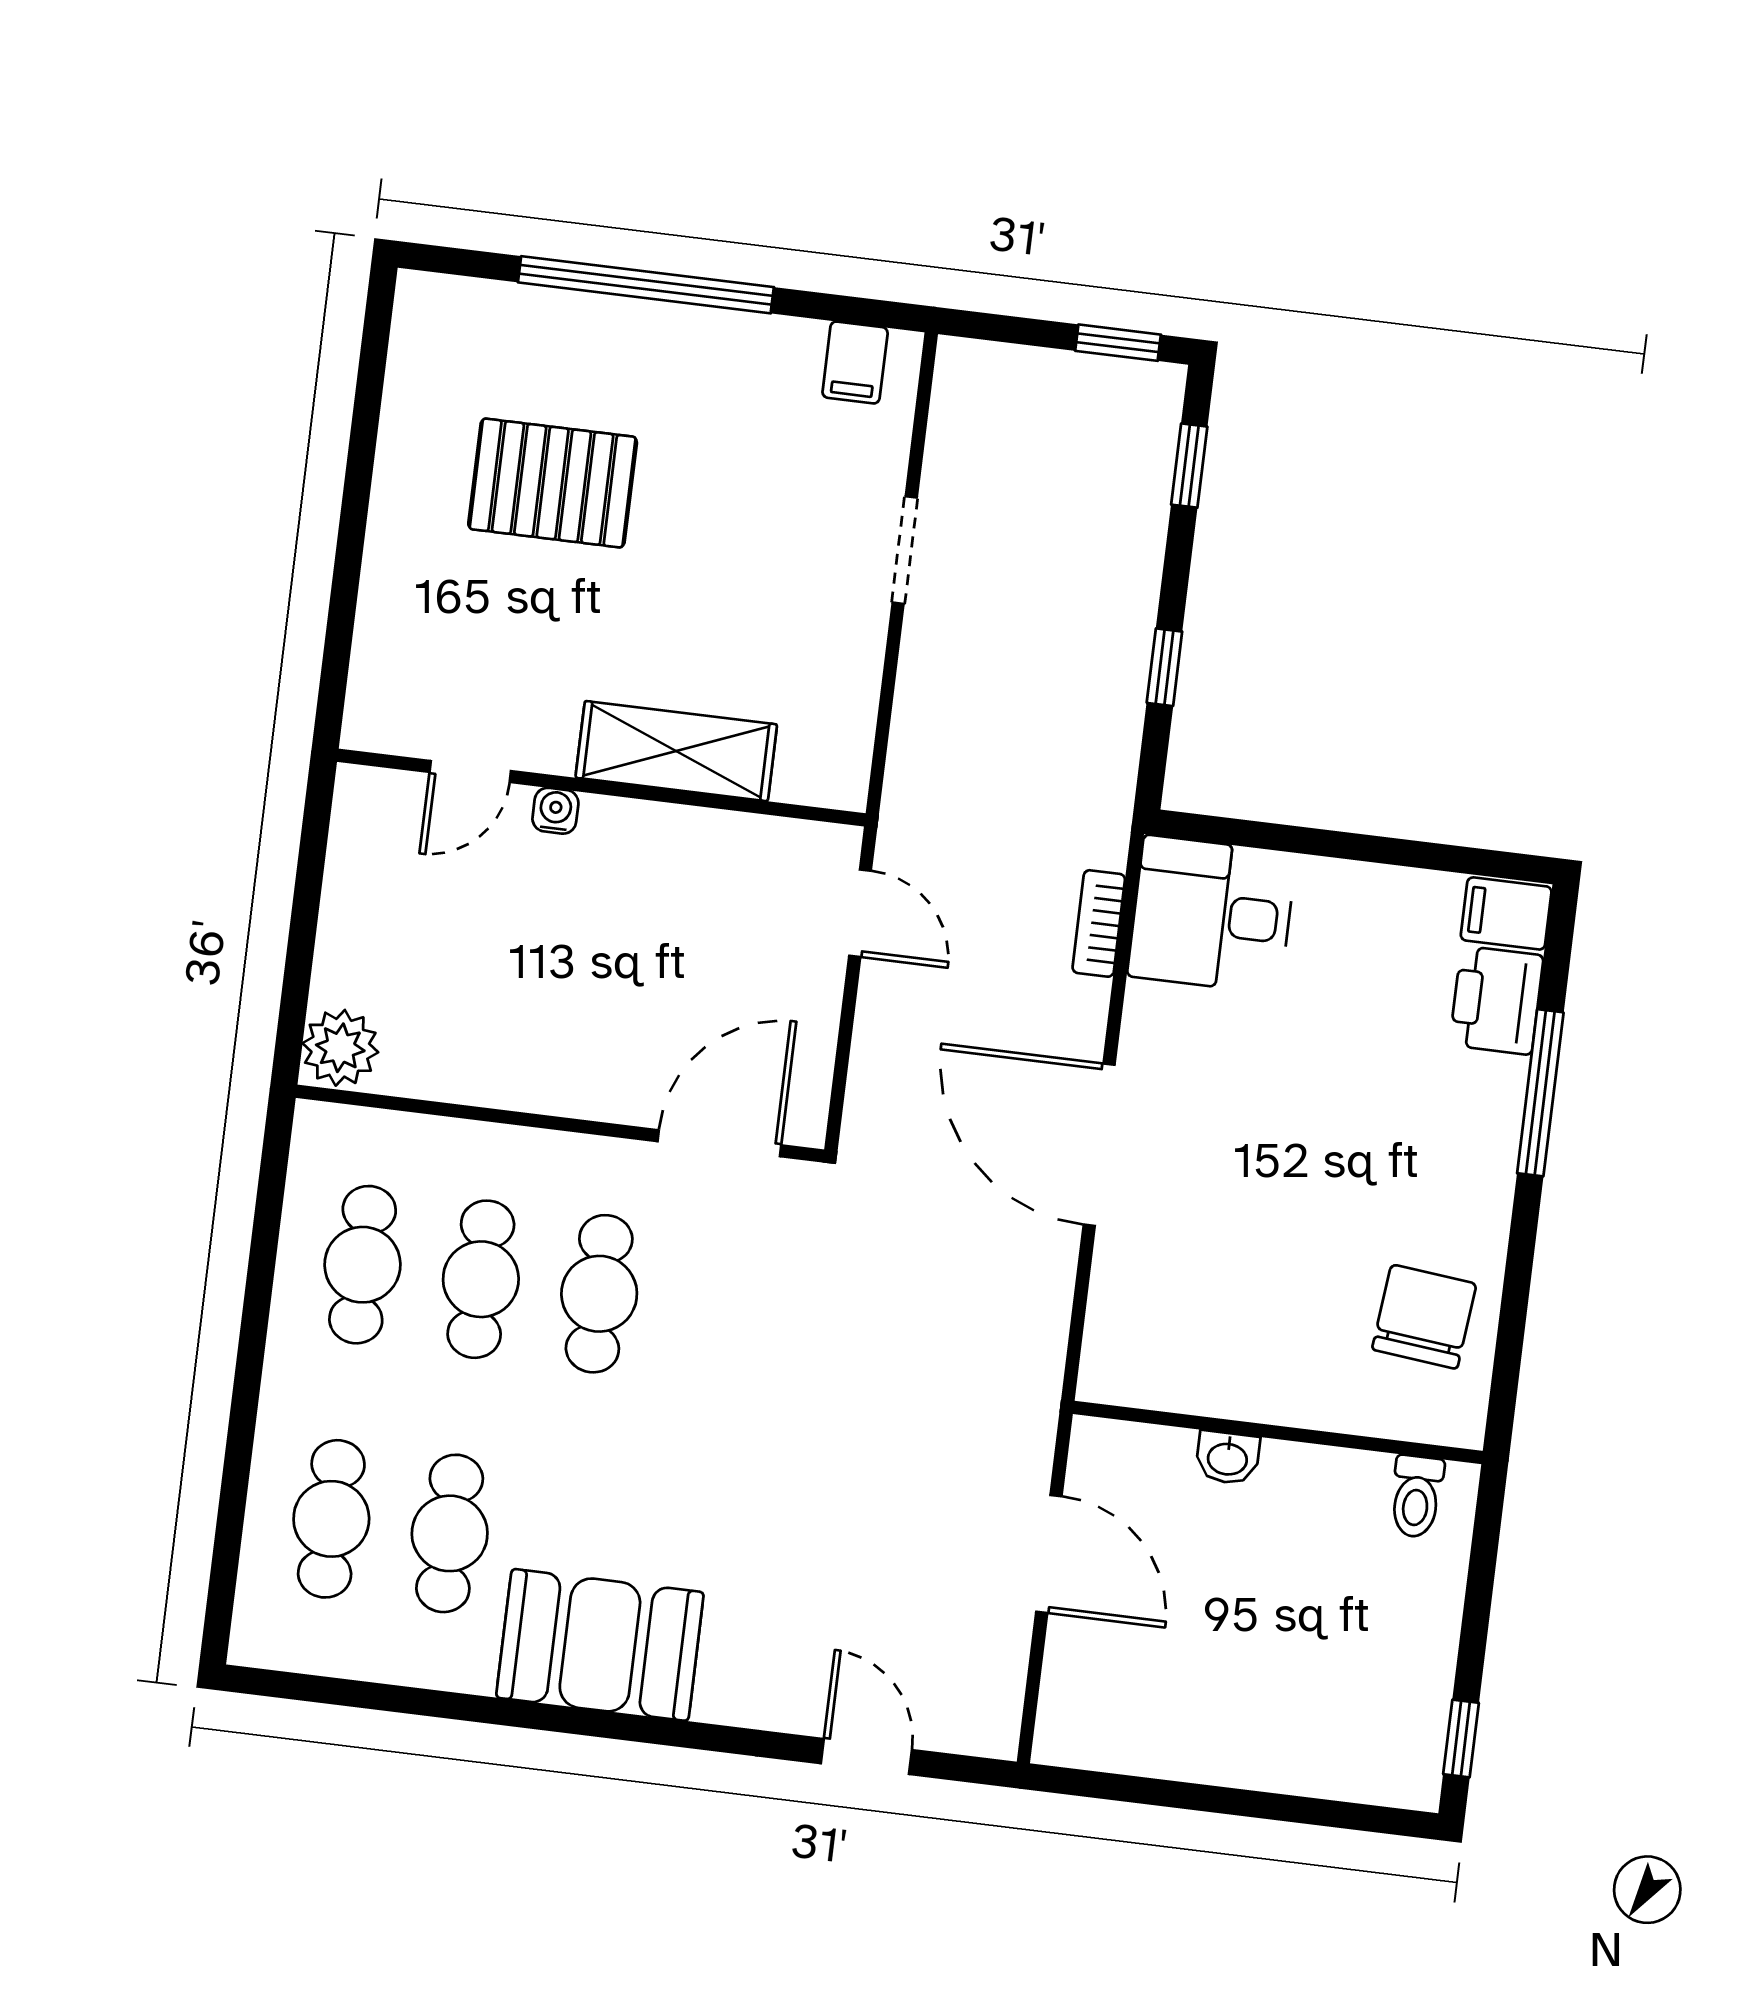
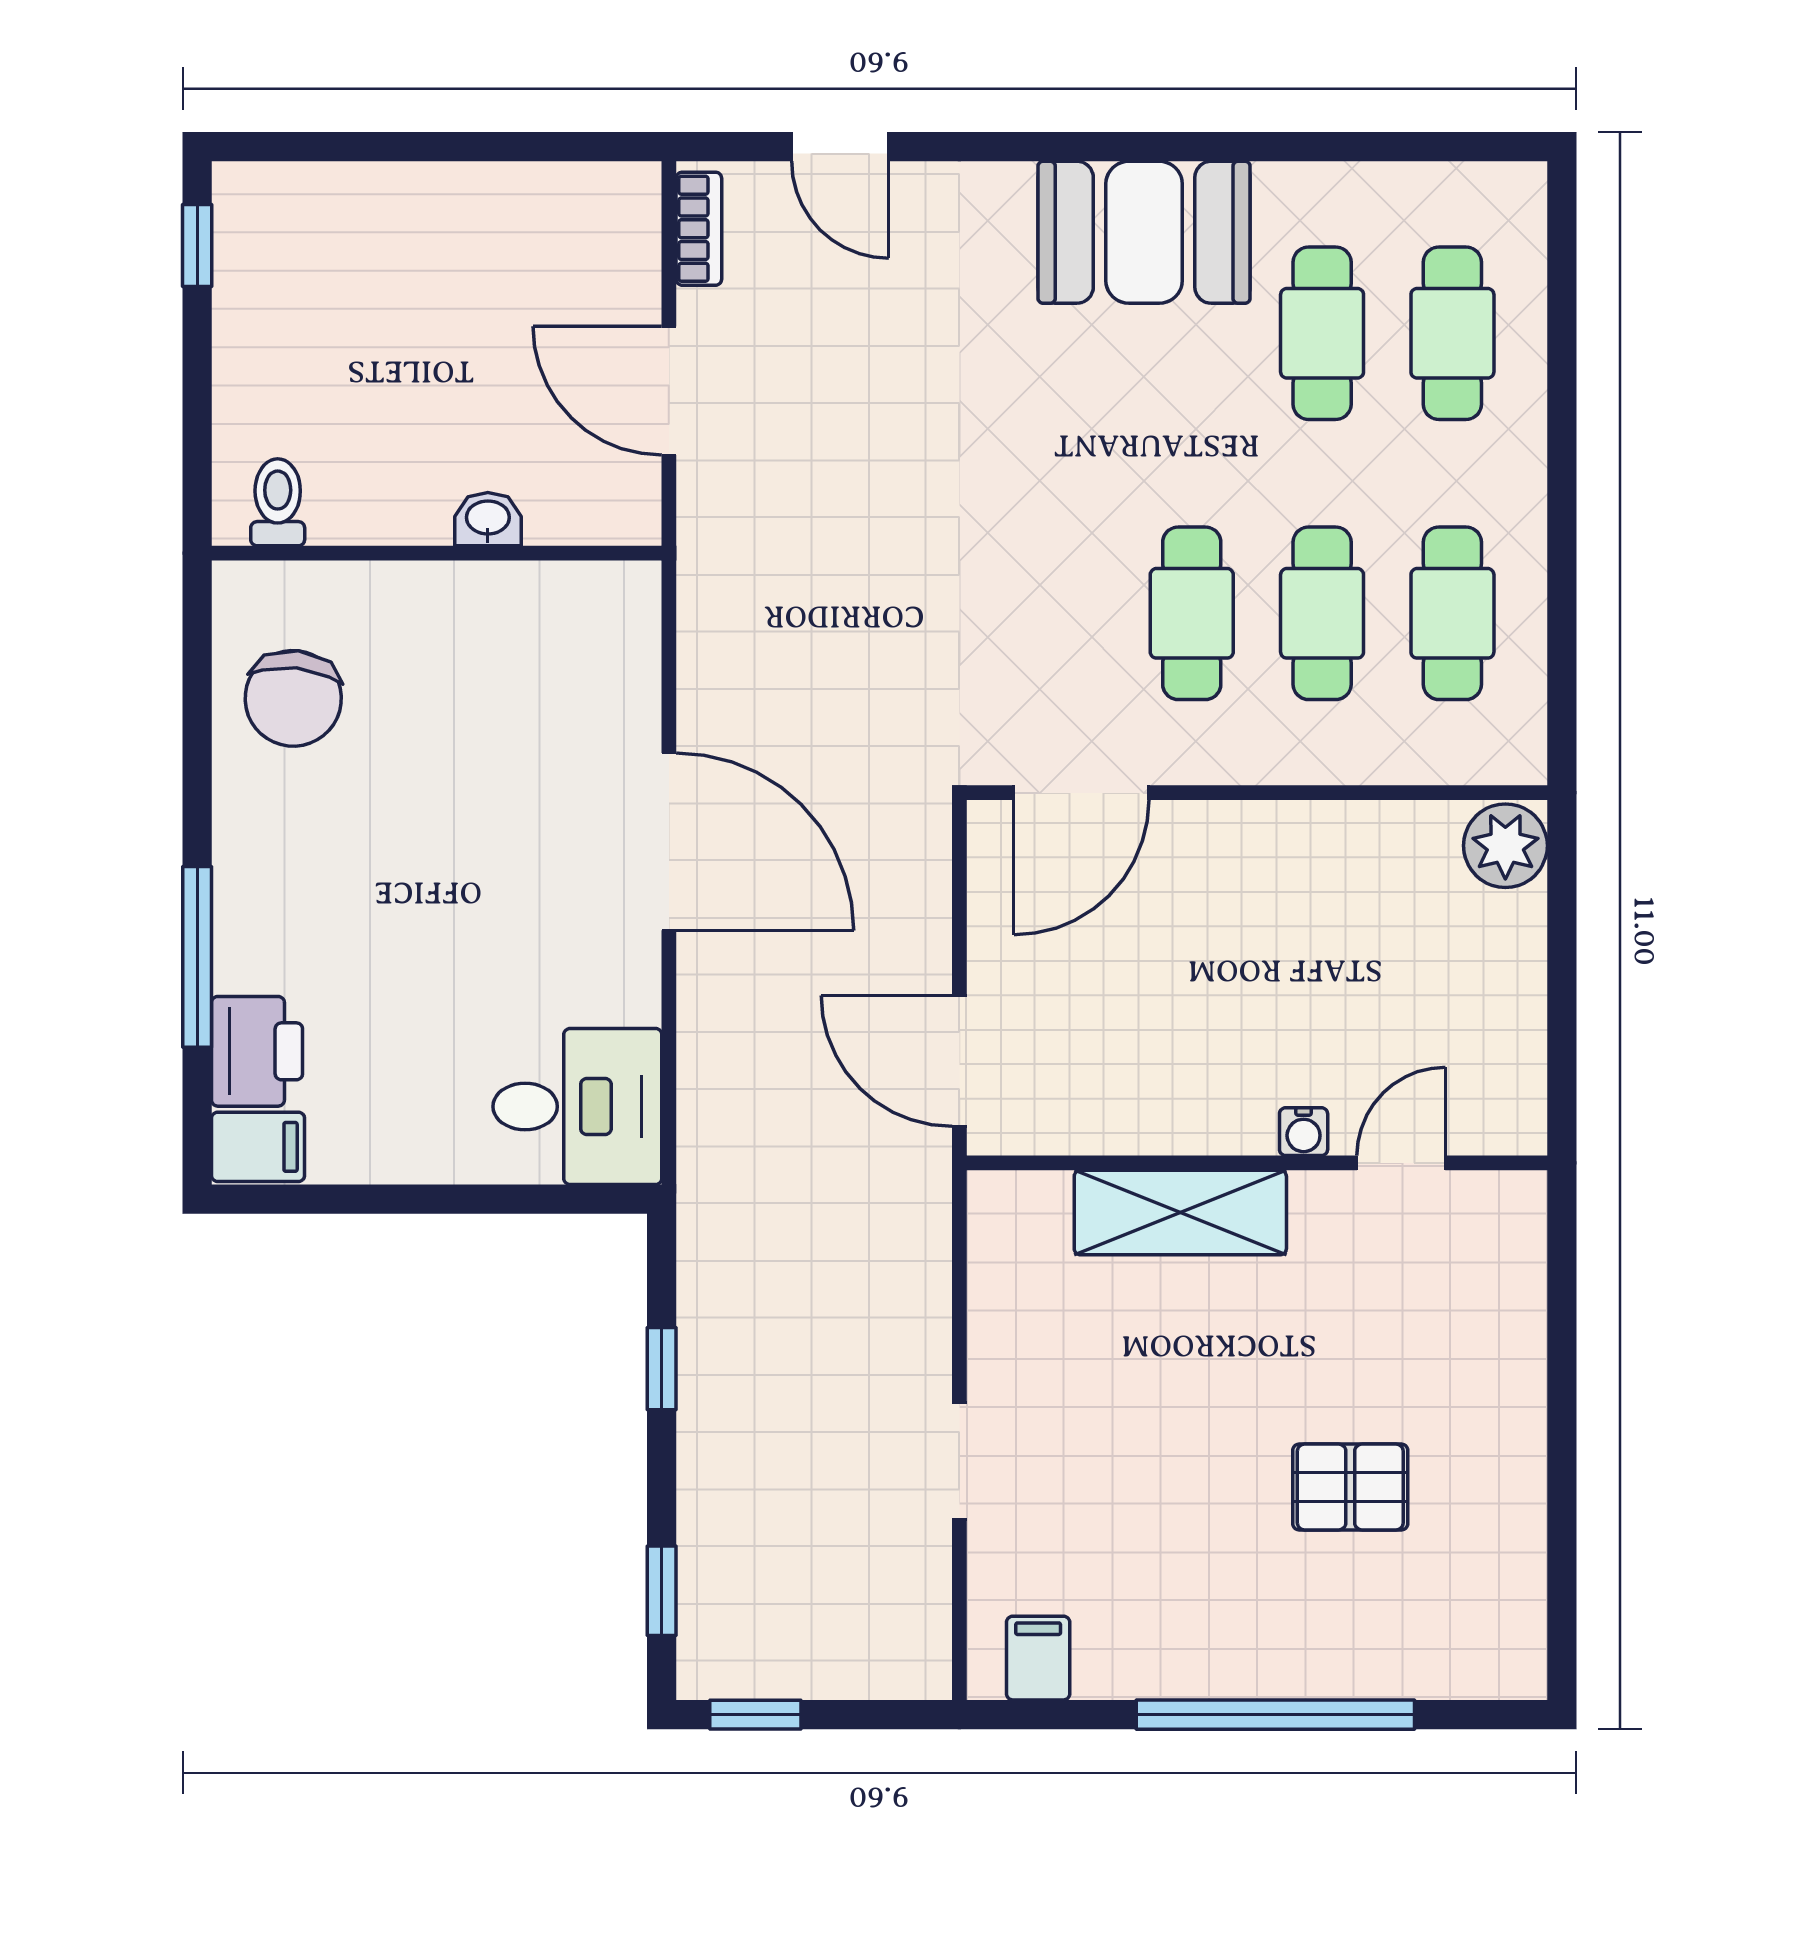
pallet: (553, 483) -> (1350, 1487), width x0.67, depth x0.71
door: (860, 913) -> (959, 1061), width x1.38
bookcase: (1099, 923) -> (699, 229), moved

